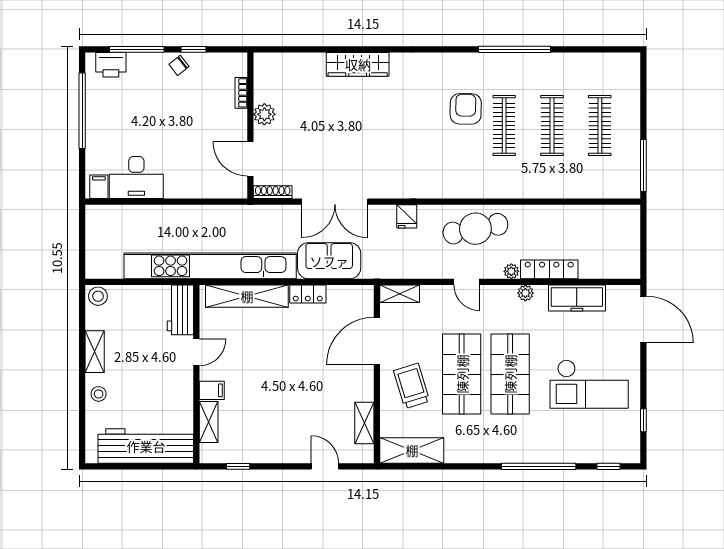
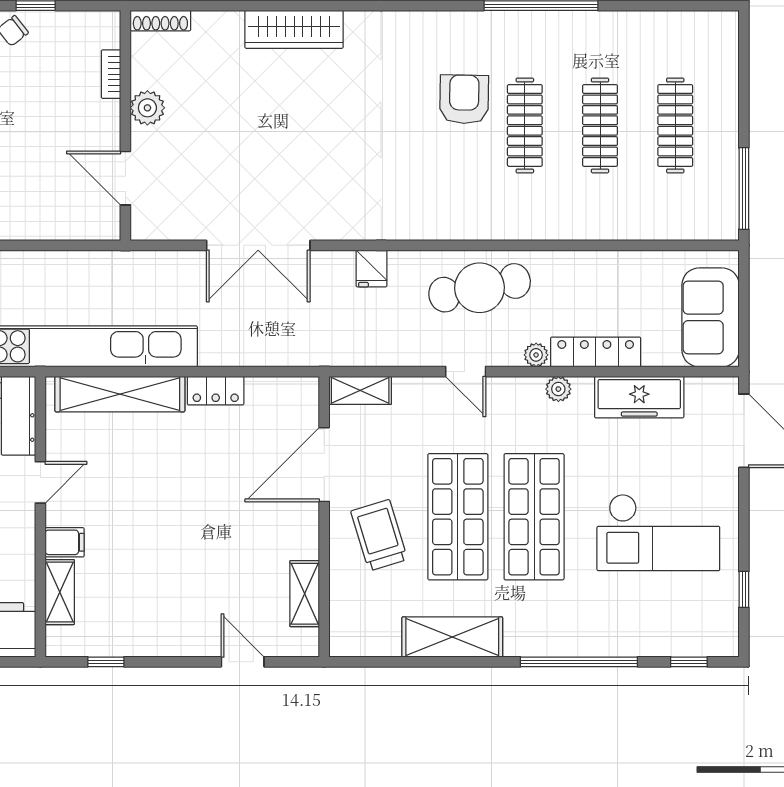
shoe rack: (273, 192) -> (160, 21), moved, turned 180
sofa: (329, 261) -> (711, 317), moved, turned -90
shelving: (412, 450) -> (452, 637), moved

